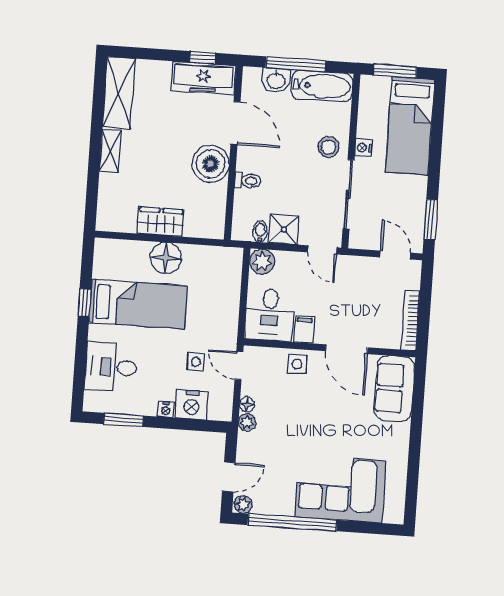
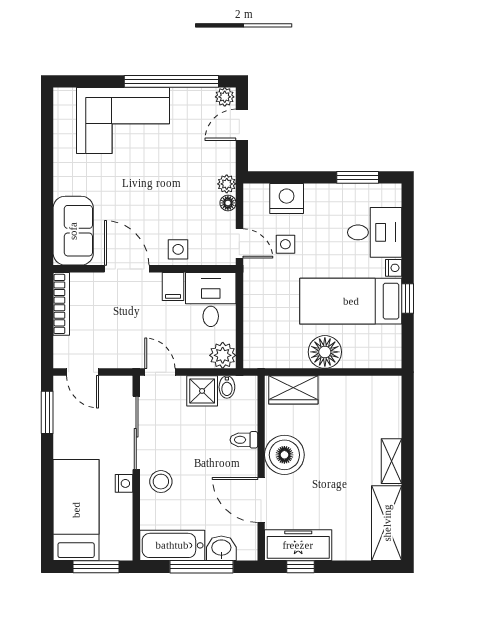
wardrobe: (161, 222) -> (293, 390), moved
nightstand: (166, 410) -> (394, 268), moved, turned 90

